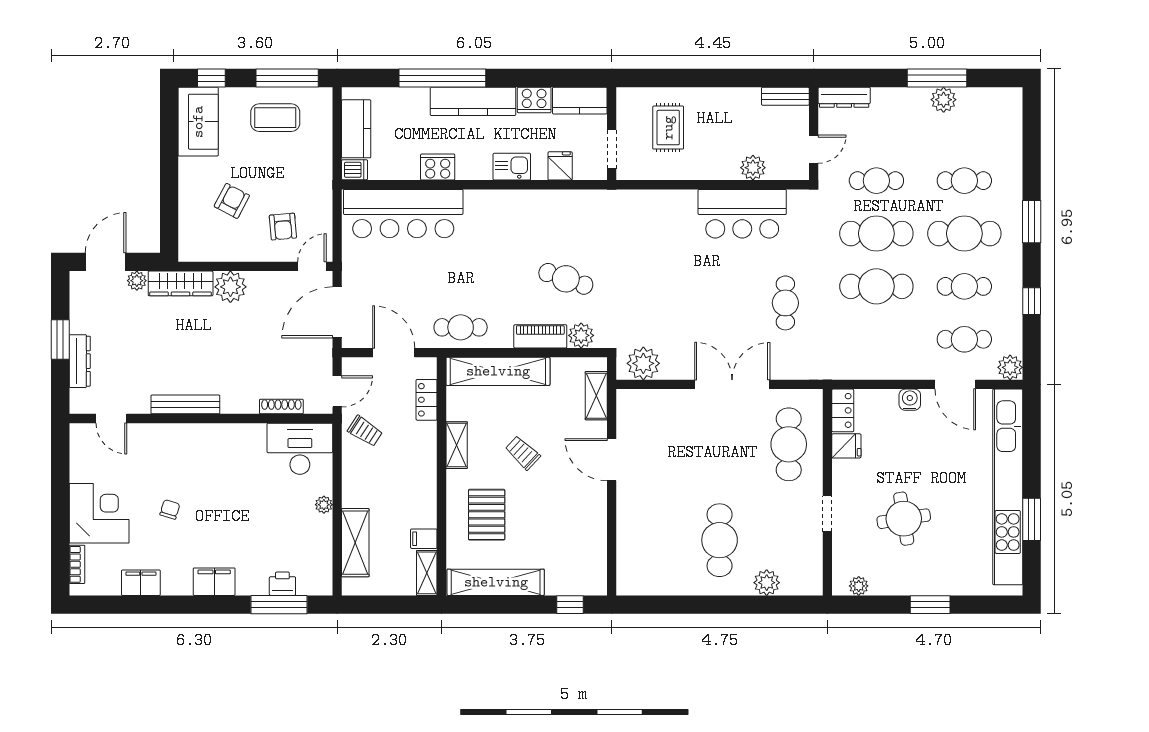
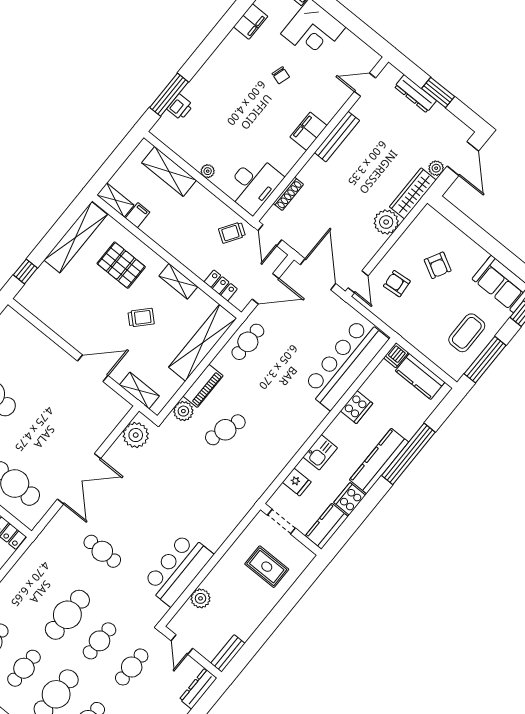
cafe table: (876, 234) -> (100, 641), width x0.73, depth x0.74
filing cabinet: (214, 582) -> (308, 131), moved, turned 180

